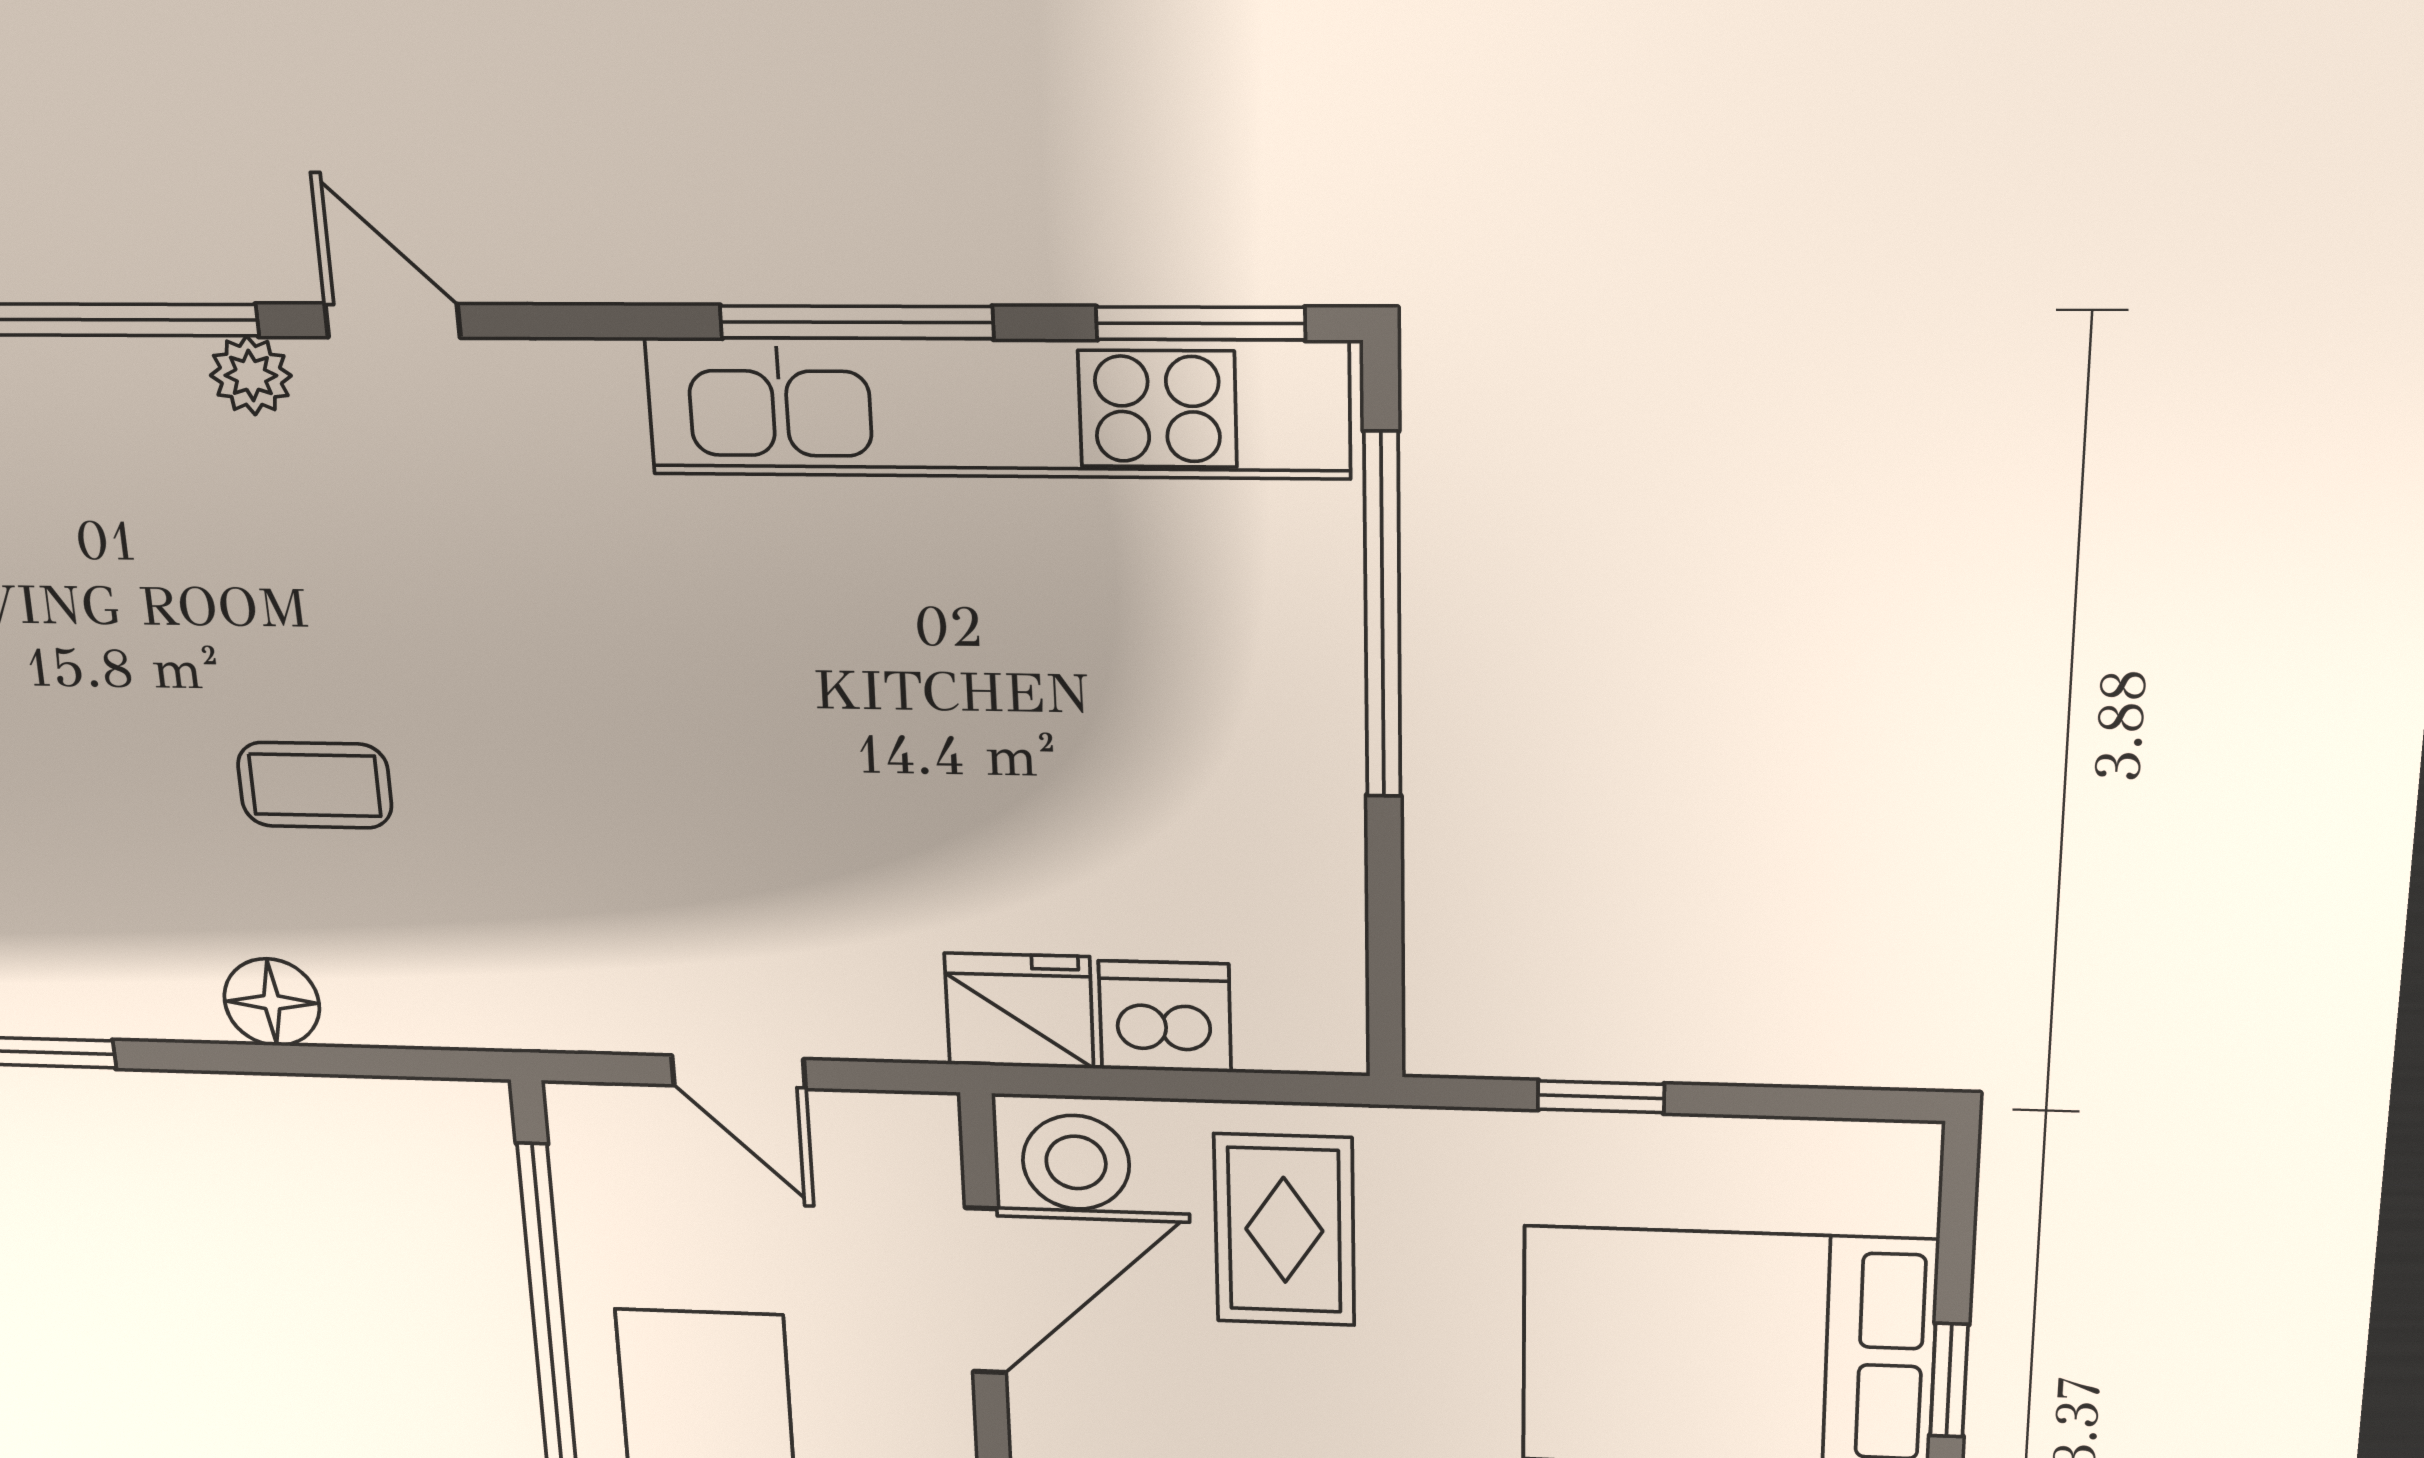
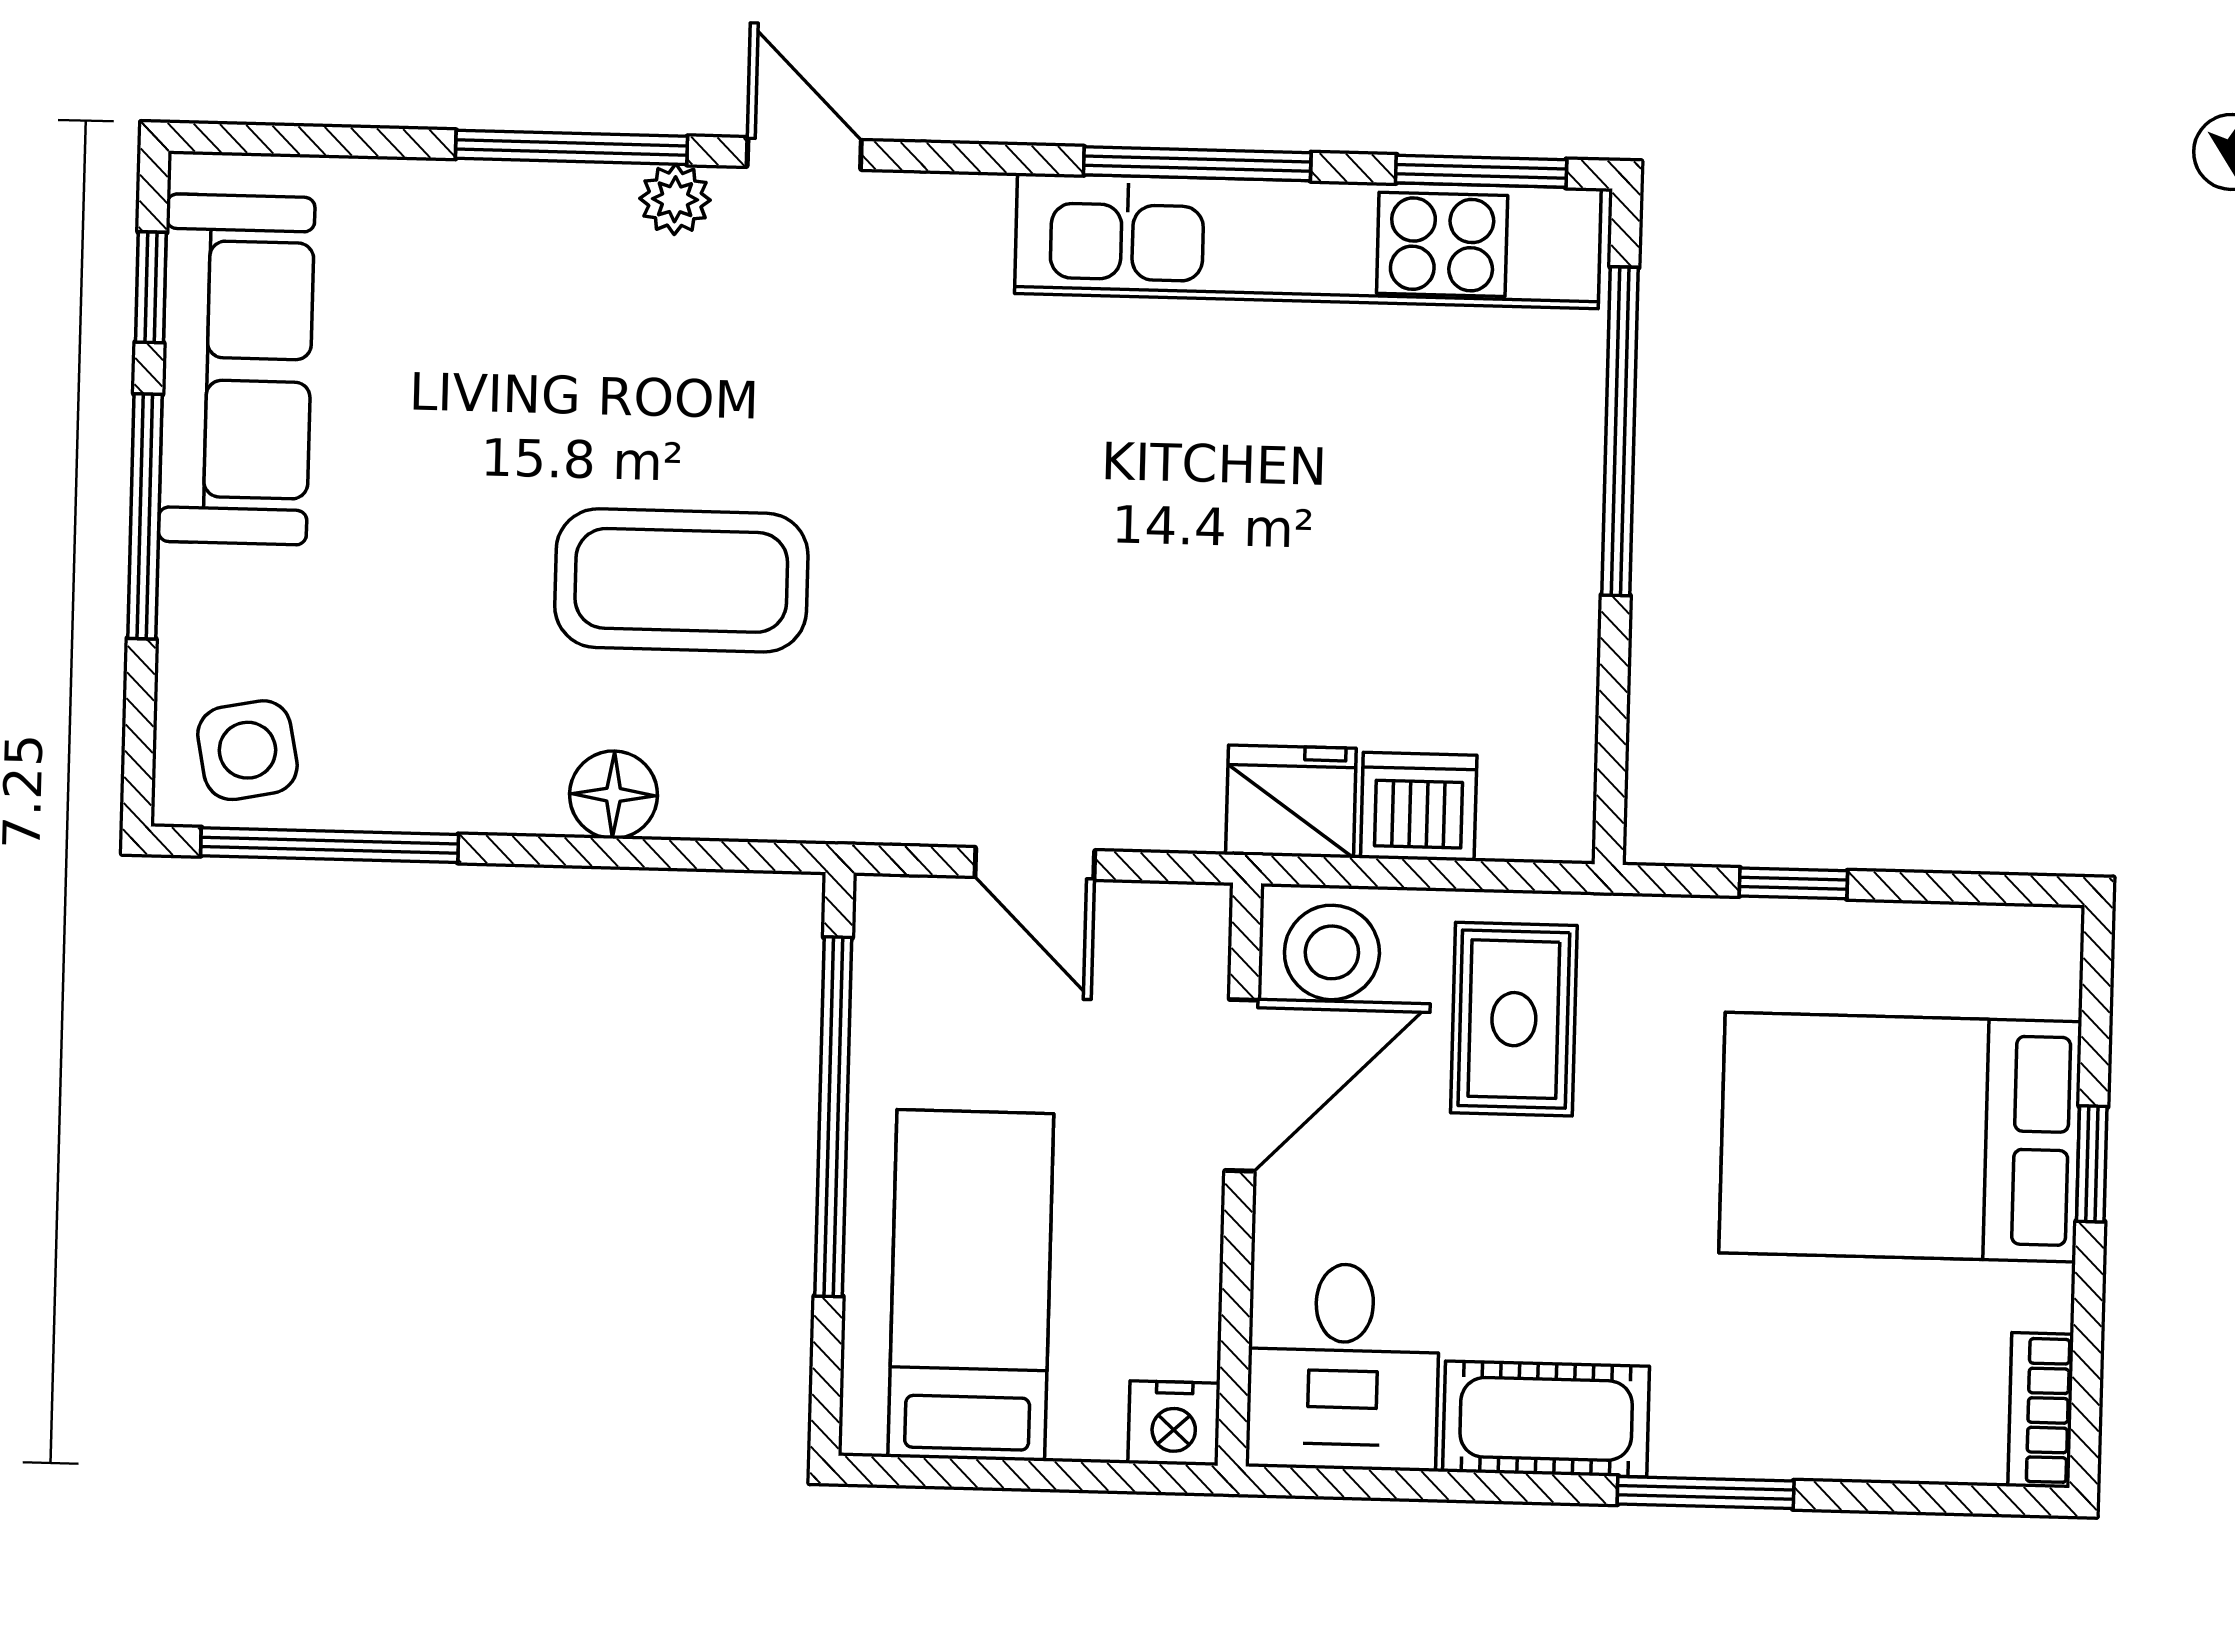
coffee table: (315, 785) -> (681, 580), width x1.86, depth x1.72

